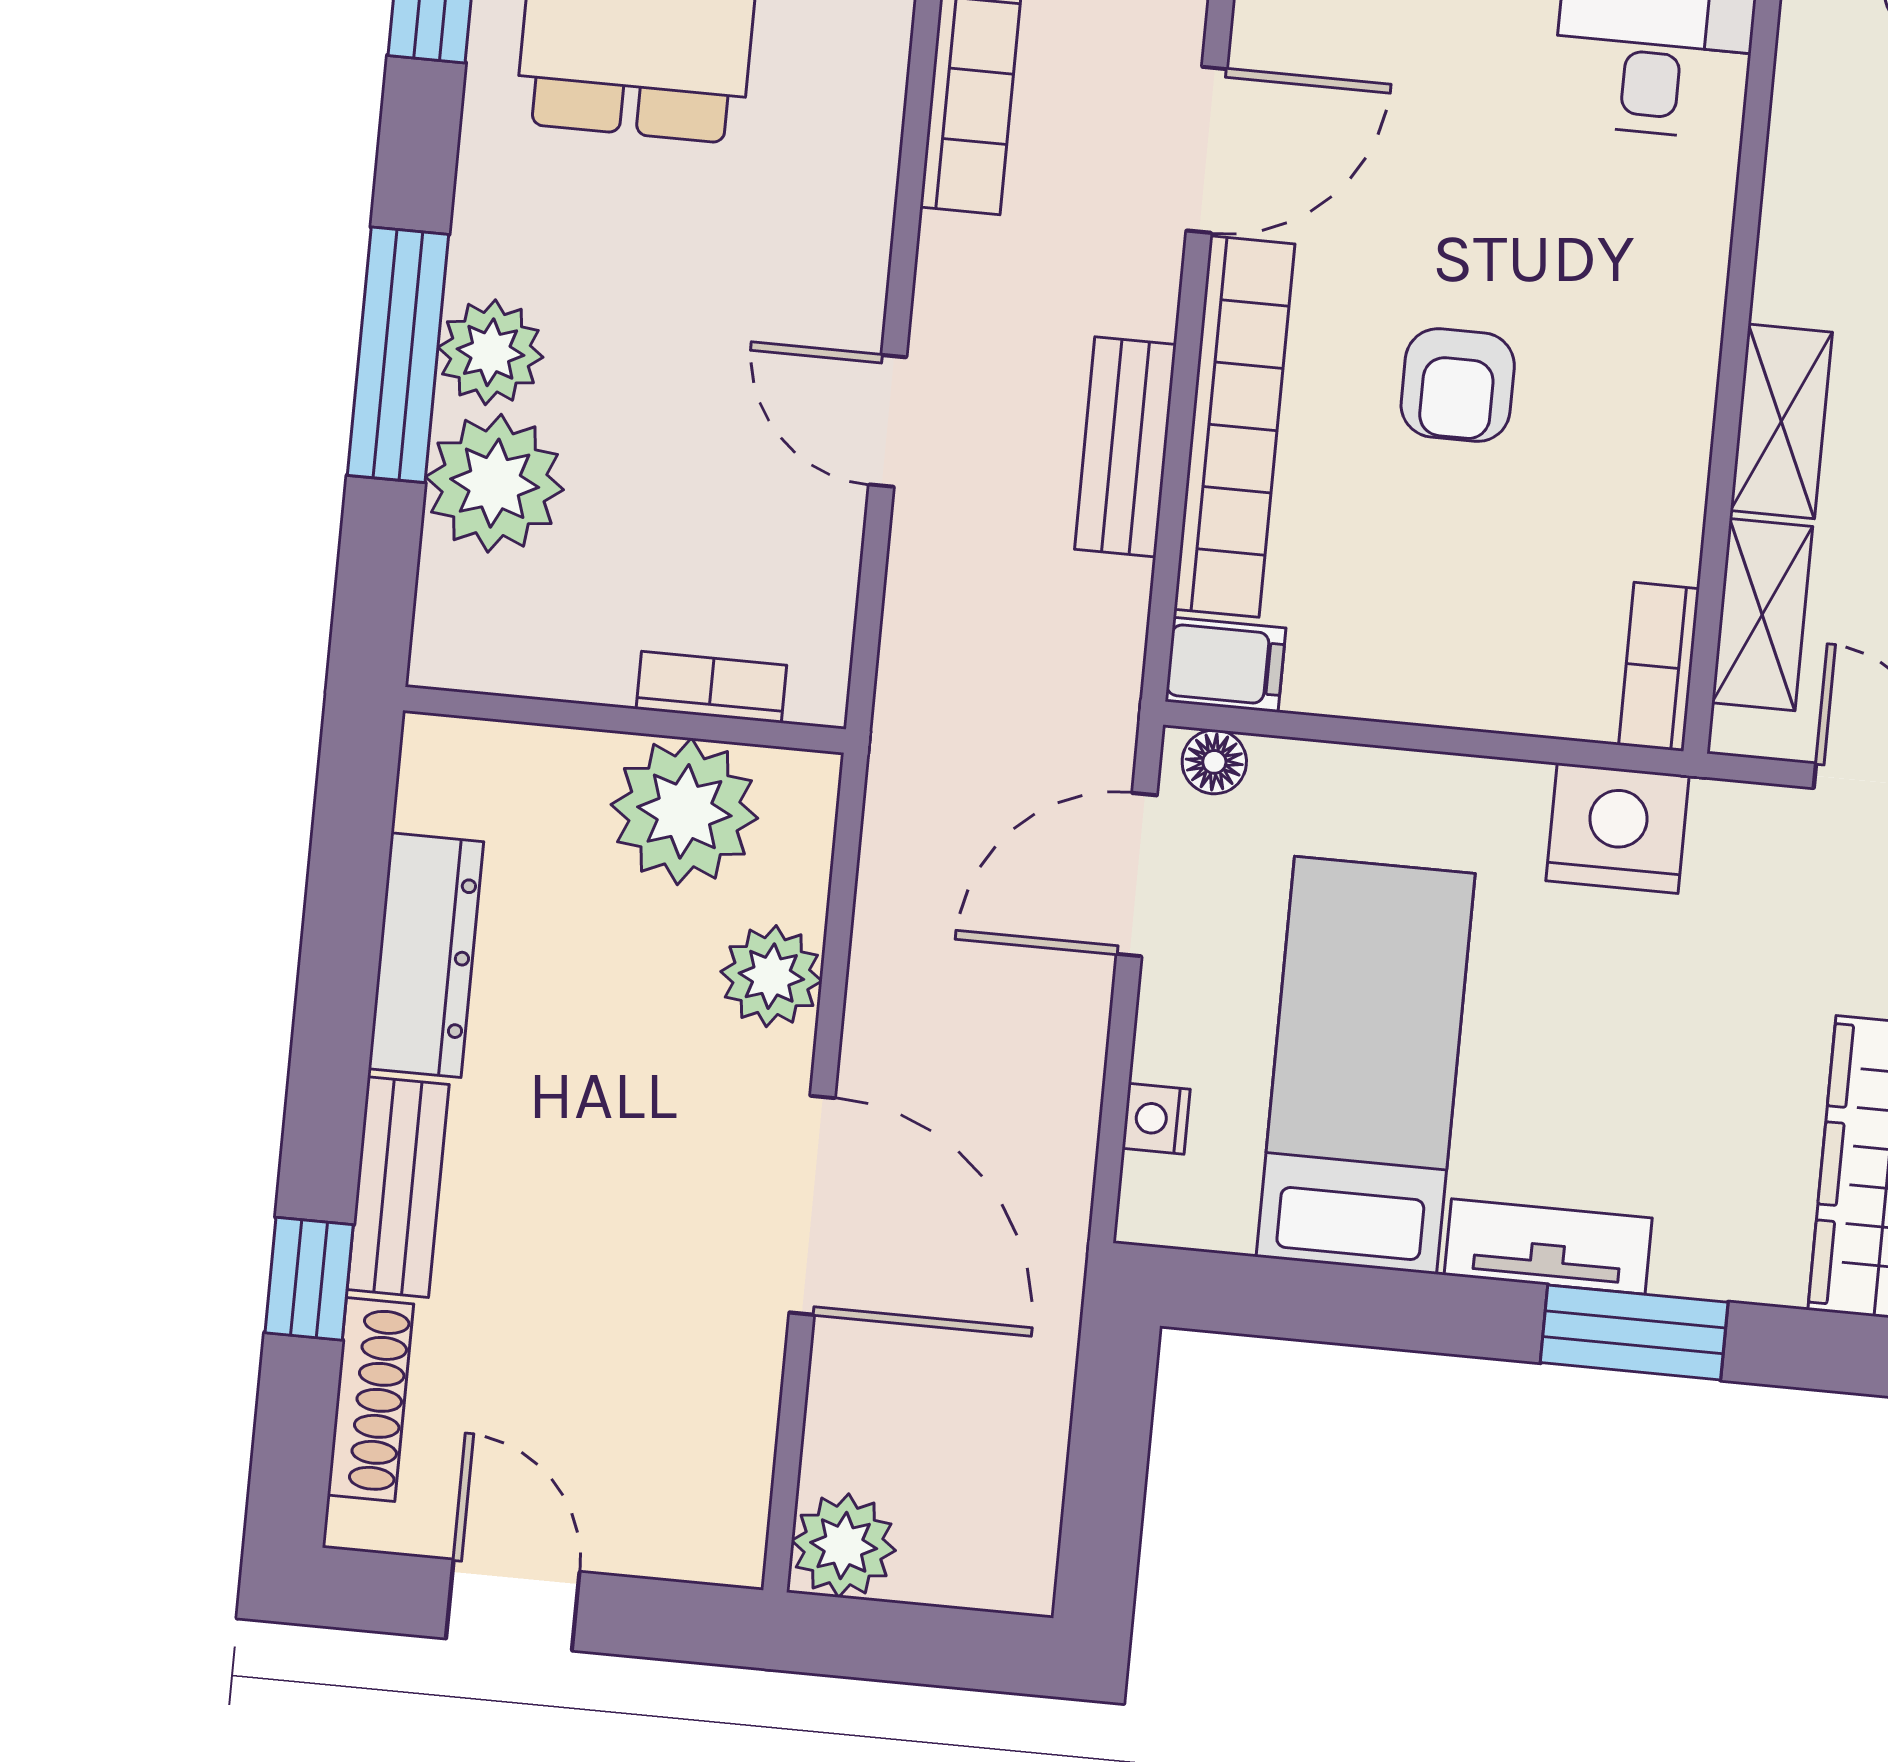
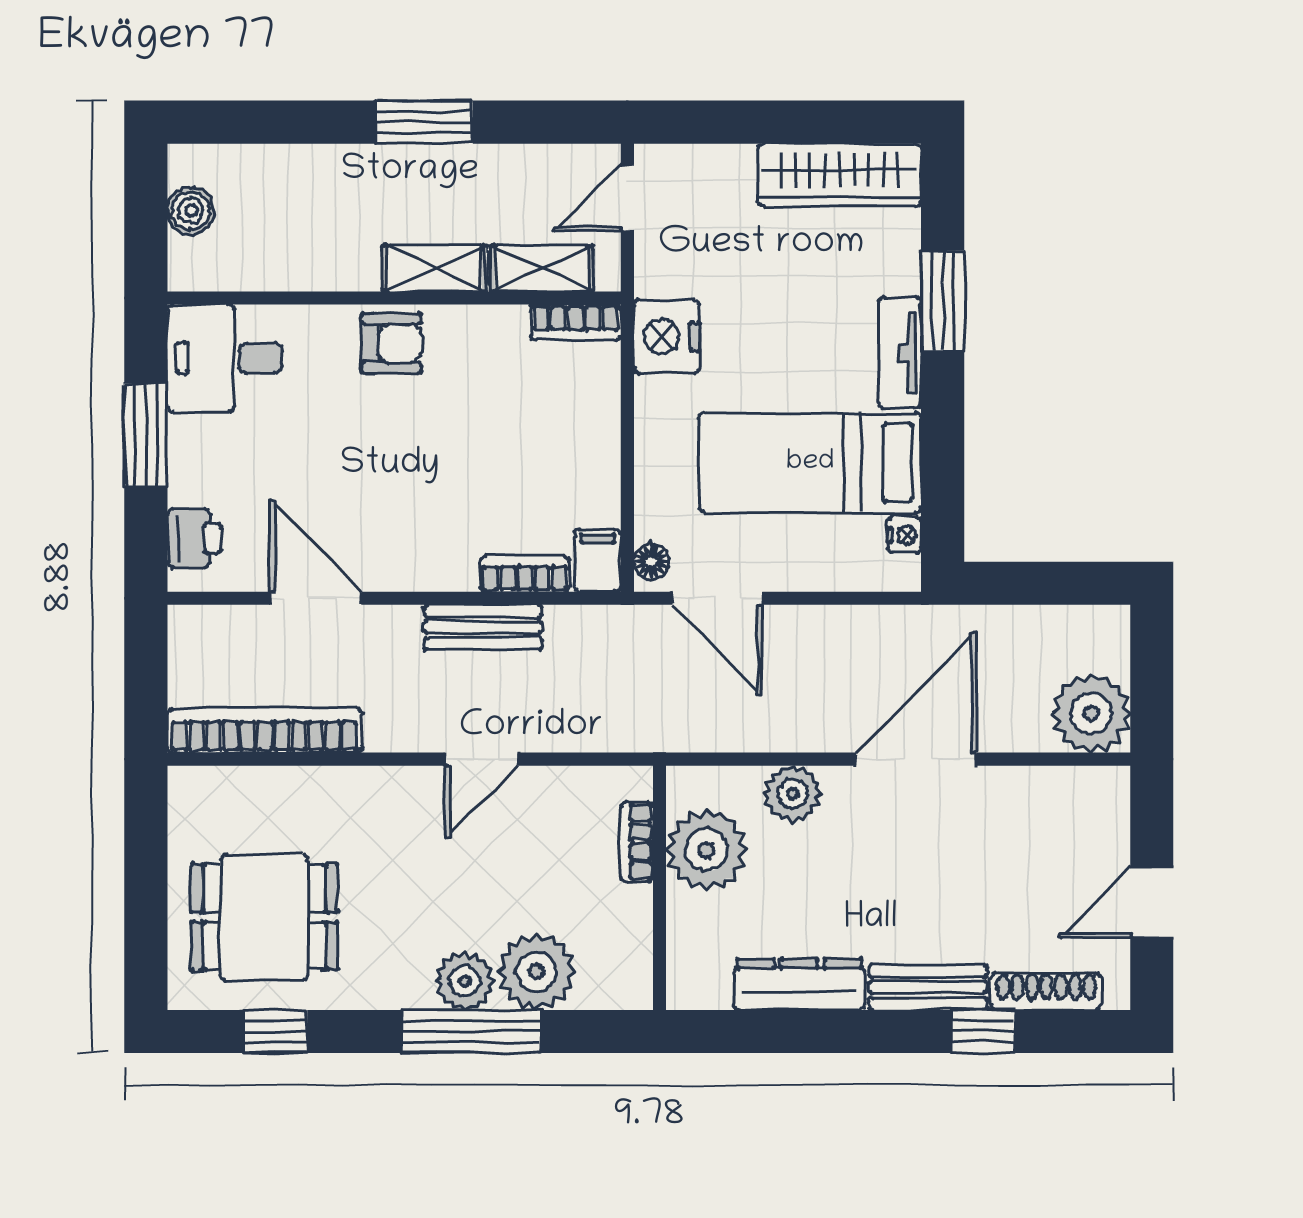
armchair: (1458, 385) -> (391, 343), moved
bookcase: (1234, 427) -> (525, 574), width x0.43, depth x0.76
nightstand: (1156, 1119) -> (904, 535), moved, turned -90
plant: (844, 1545) -> (1091, 713), width x1.36, depth x1.36

